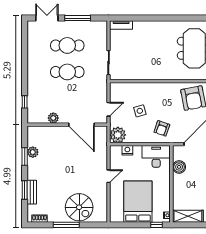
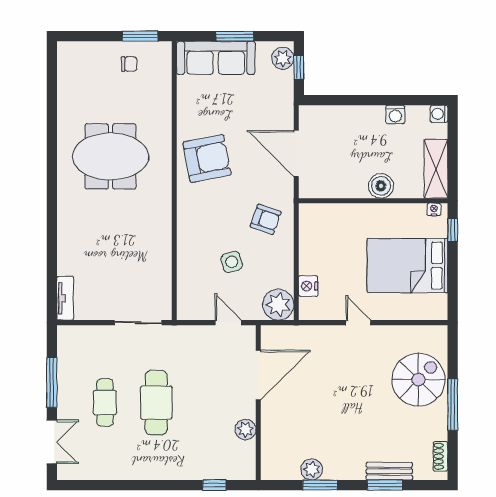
double door: (47, 18) -> (52, 442), swing flipped
cafe table: (67, 45) -> (105, 403), width x0.73, depth x0.74
desk: (156, 156) -> (320, 230), removed
boiler: (179, 167) -> (381, 186), moved

